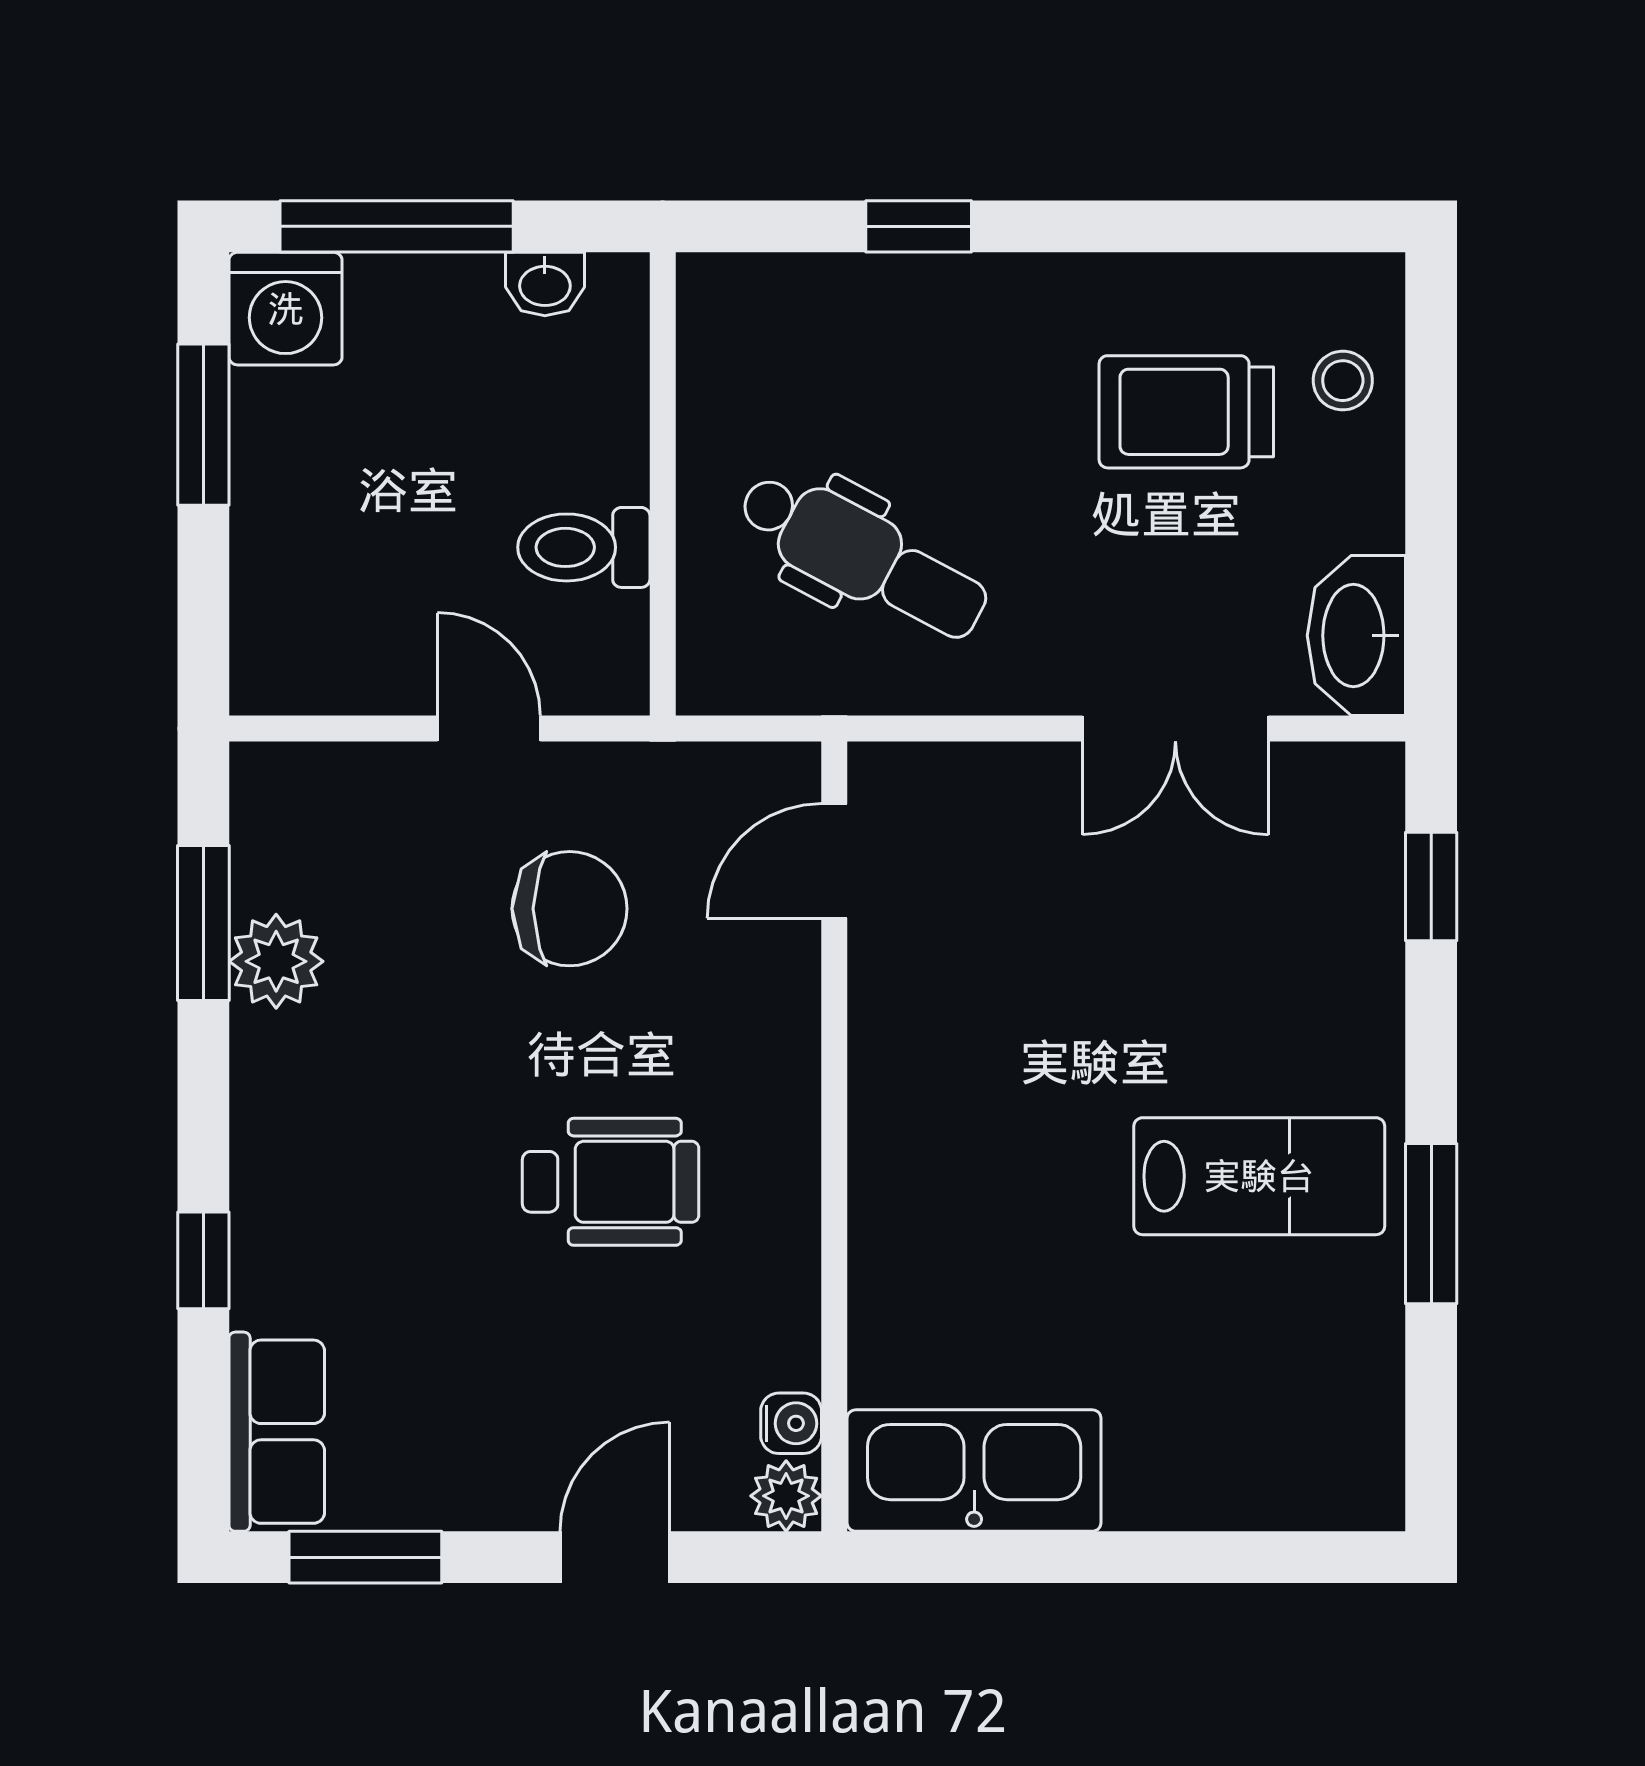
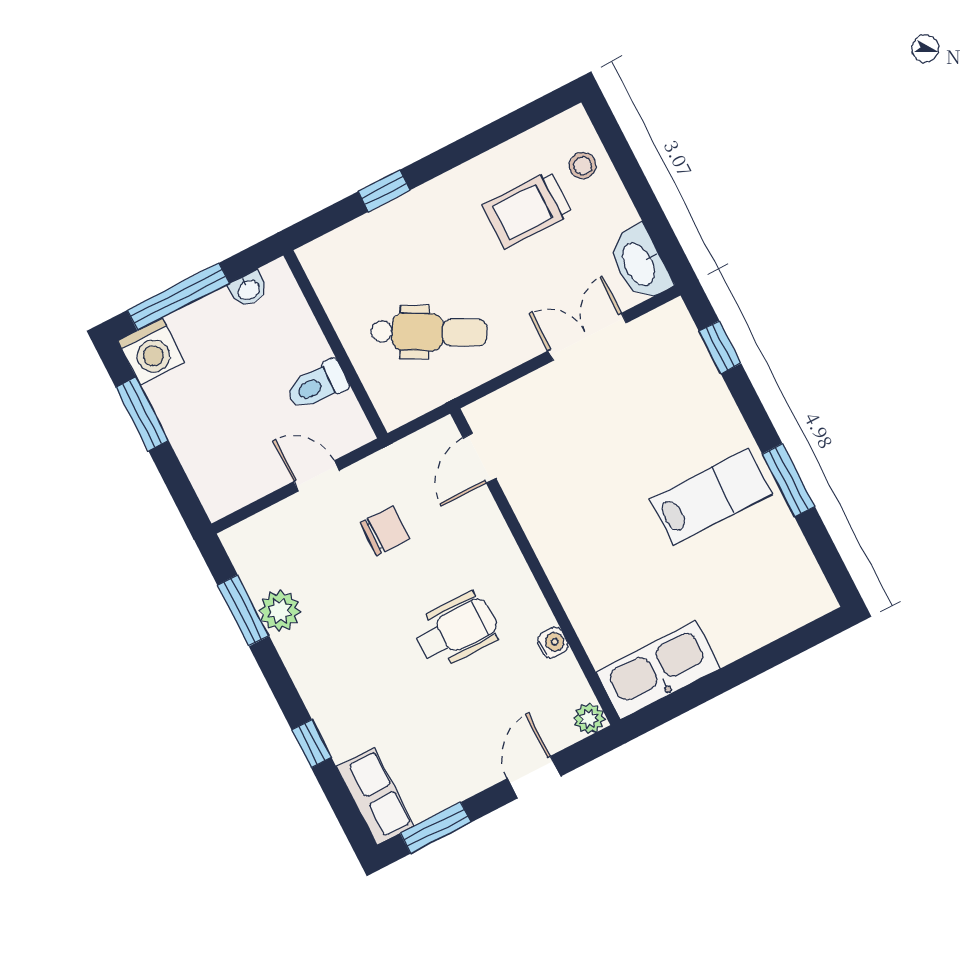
double door: (1175, 729) -> (587, 337), swing flipped
chair: (570, 909) -> (385, 531), width x0.73, depth x0.73
water cooler: (791, 1423) -> (553, 643), moved

